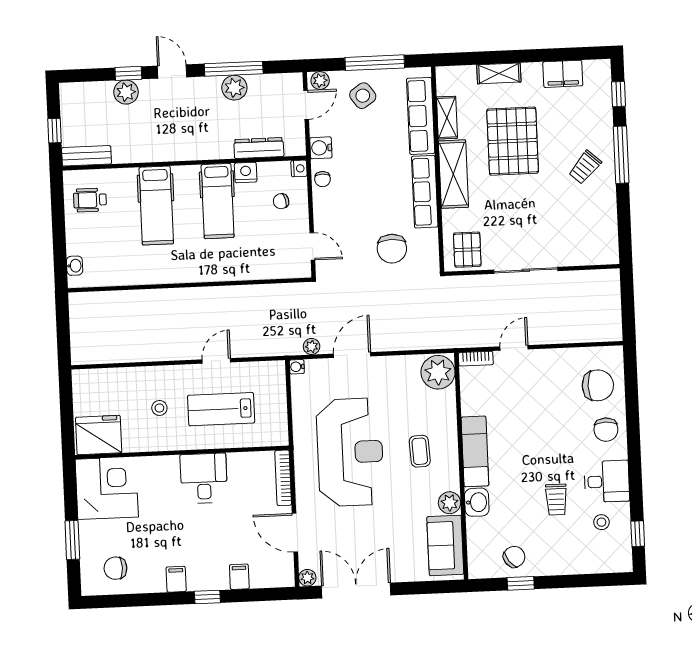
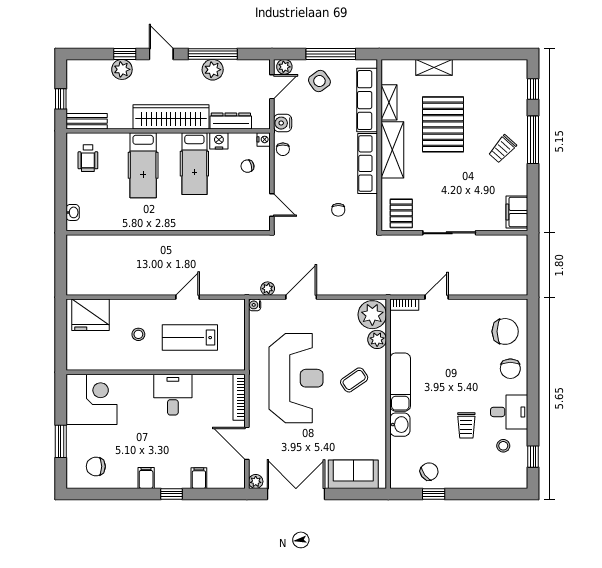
filing cabinet: (563, 74) -> (517, 212), moved, turned 90
wardrobe: (187, 146) -> (171, 117), added
wheelchair: (90, 200) -> (88, 158), turned -90
chair: (392, 249) -> (338, 210), width x0.54, depth x0.54
fridge: (99, 435) -> (90, 315), moved, turned 180
coffee table: (420, 451) -> (354, 380), turned 58
plant: (450, 503) -> (377, 339), moved
sofa: (445, 545) -> (353, 474), moved, turned 90

